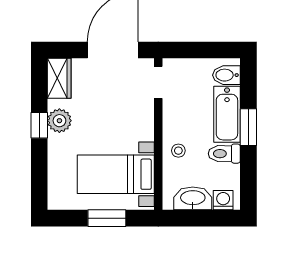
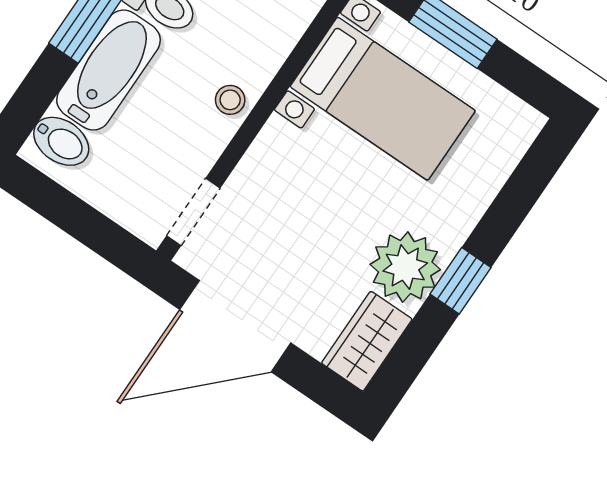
plant: (59, 121) -> (405, 267), width x1.36, depth x1.36
stool: (178, 151) -> (230, 100), moved

